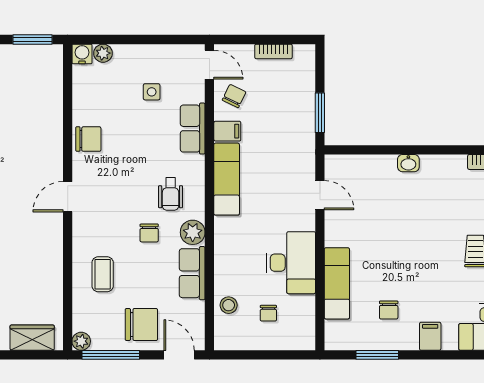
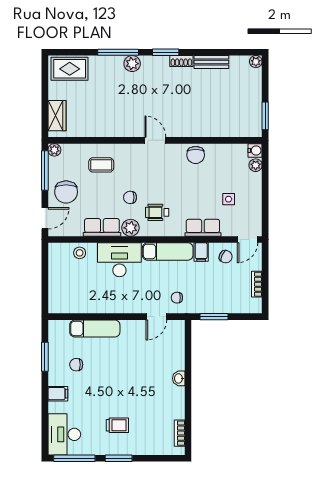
desk: (291, 263) -> (119, 260), moved, turned 180
chair: (268, 313) -> (177, 298), moved

